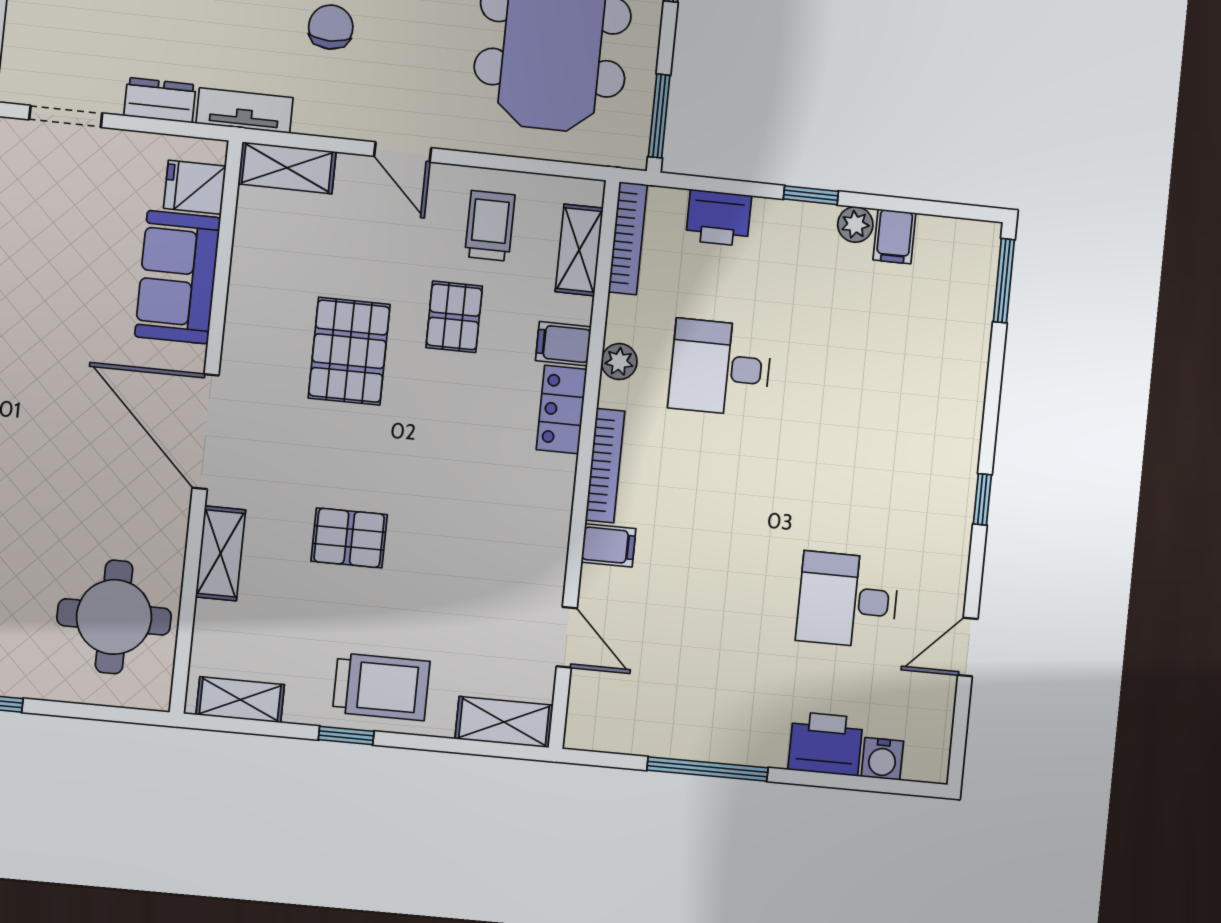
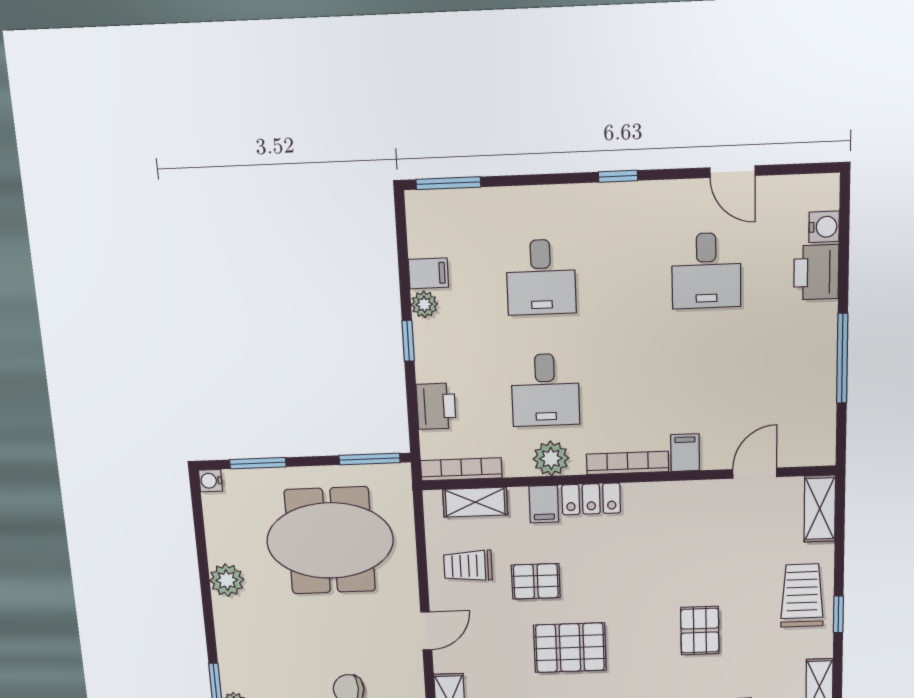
plant: (619, 362) -> (551, 458), width x1.38, depth x1.38
desk: (869, 383) -> (541, 277), added

